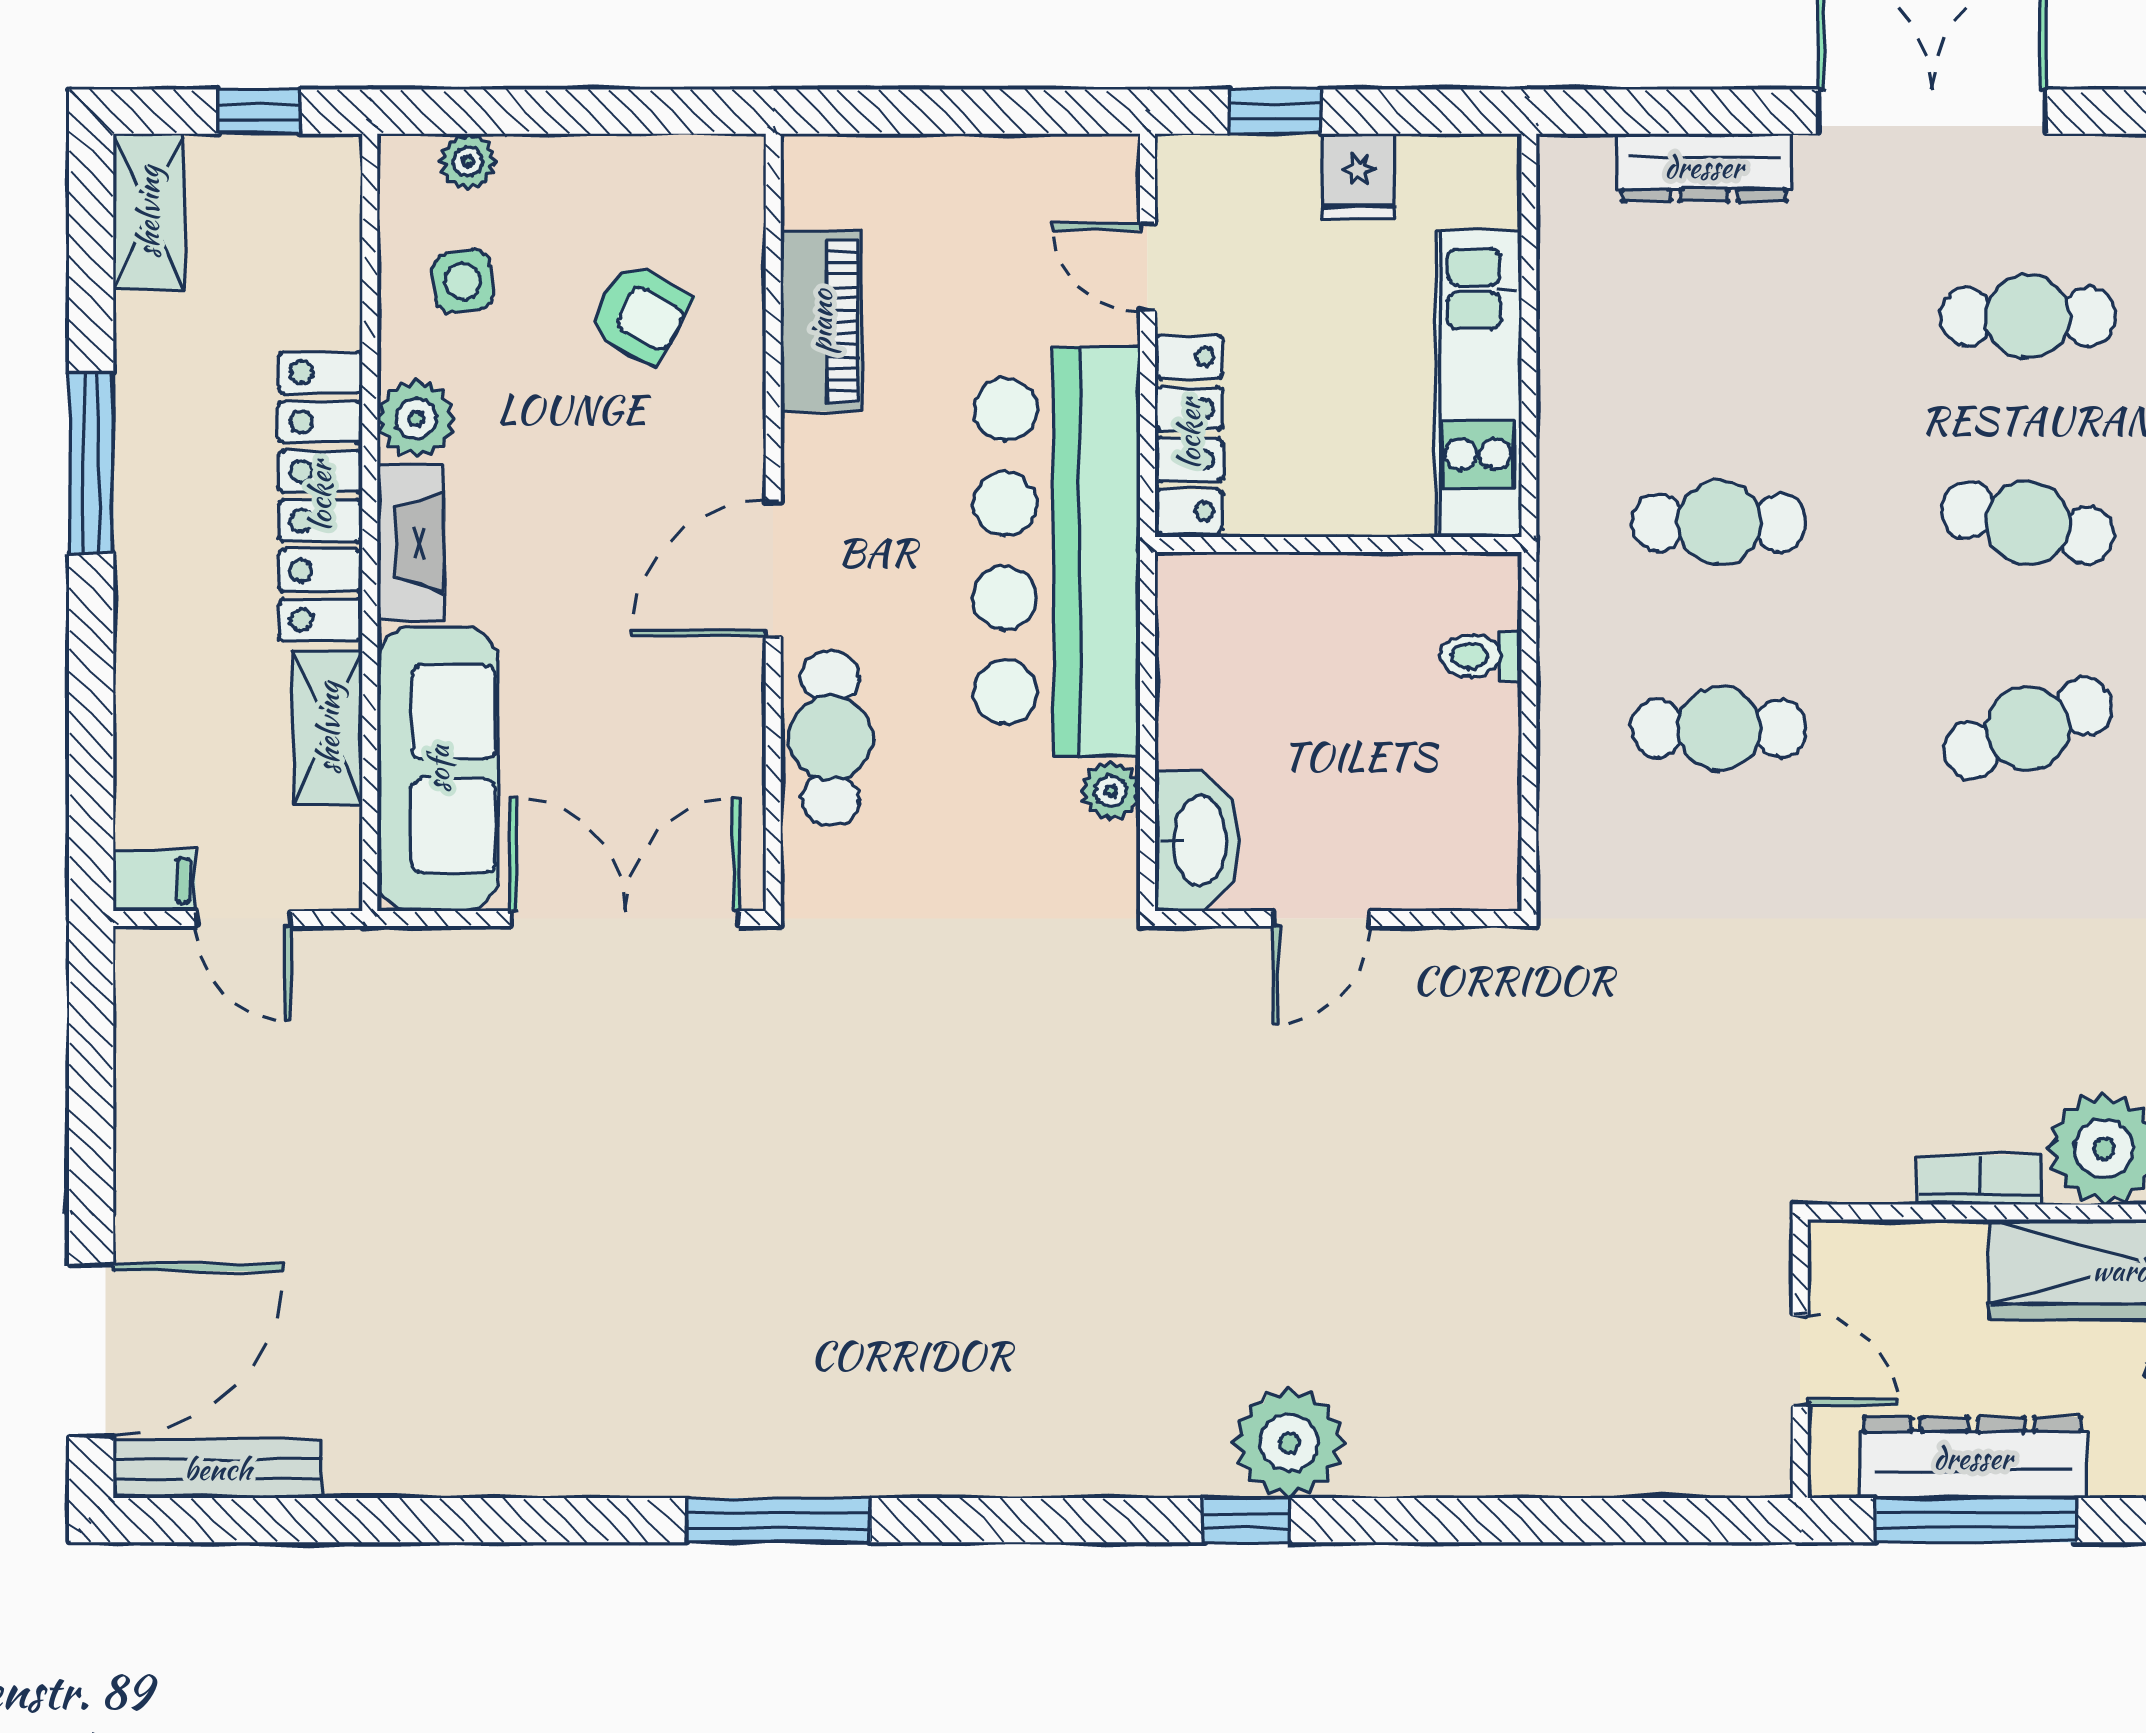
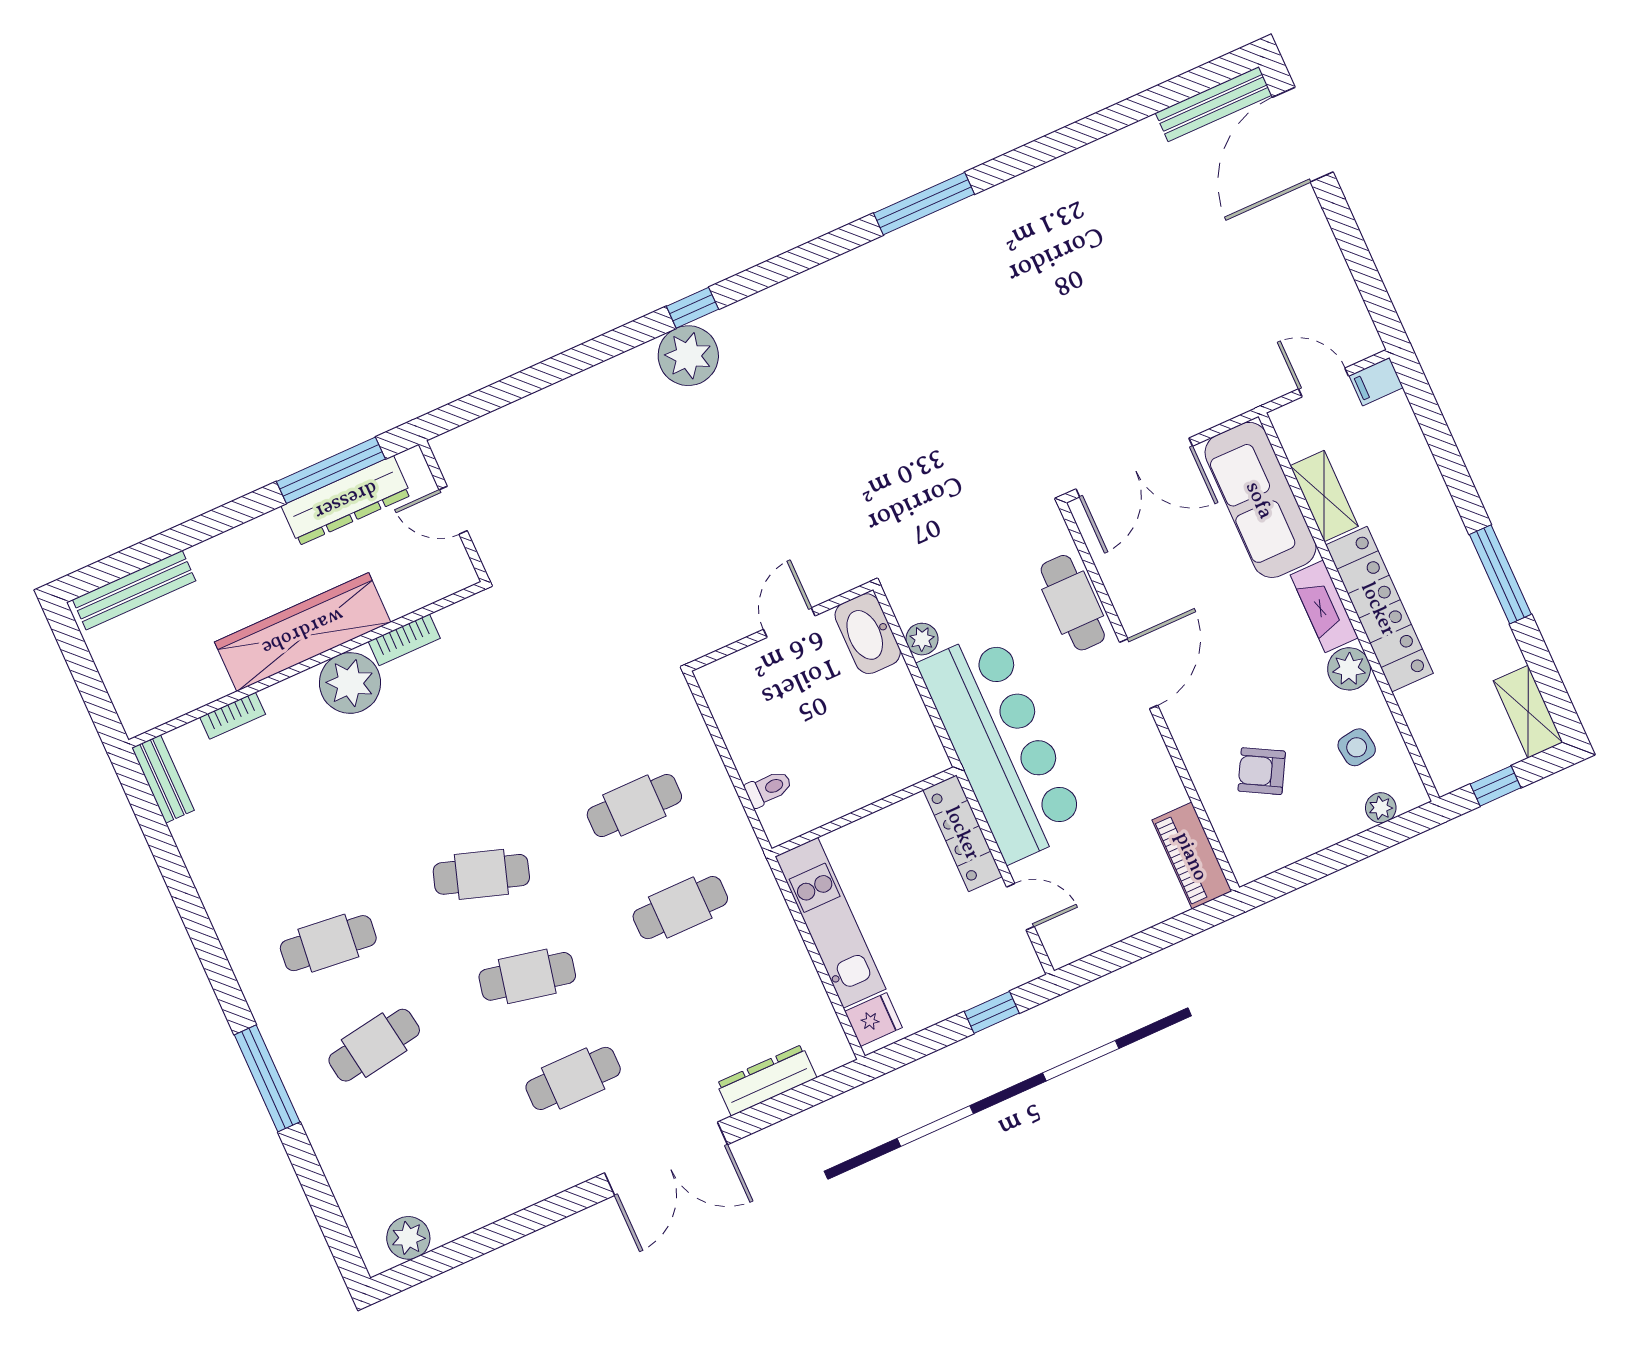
fridge: (1359, 176) -> (873, 1019), moved, turned 90
piano: (821, 321) -> (1192, 856), moved
cafe table: (2028, 728) -> (481, 874), turned 39

